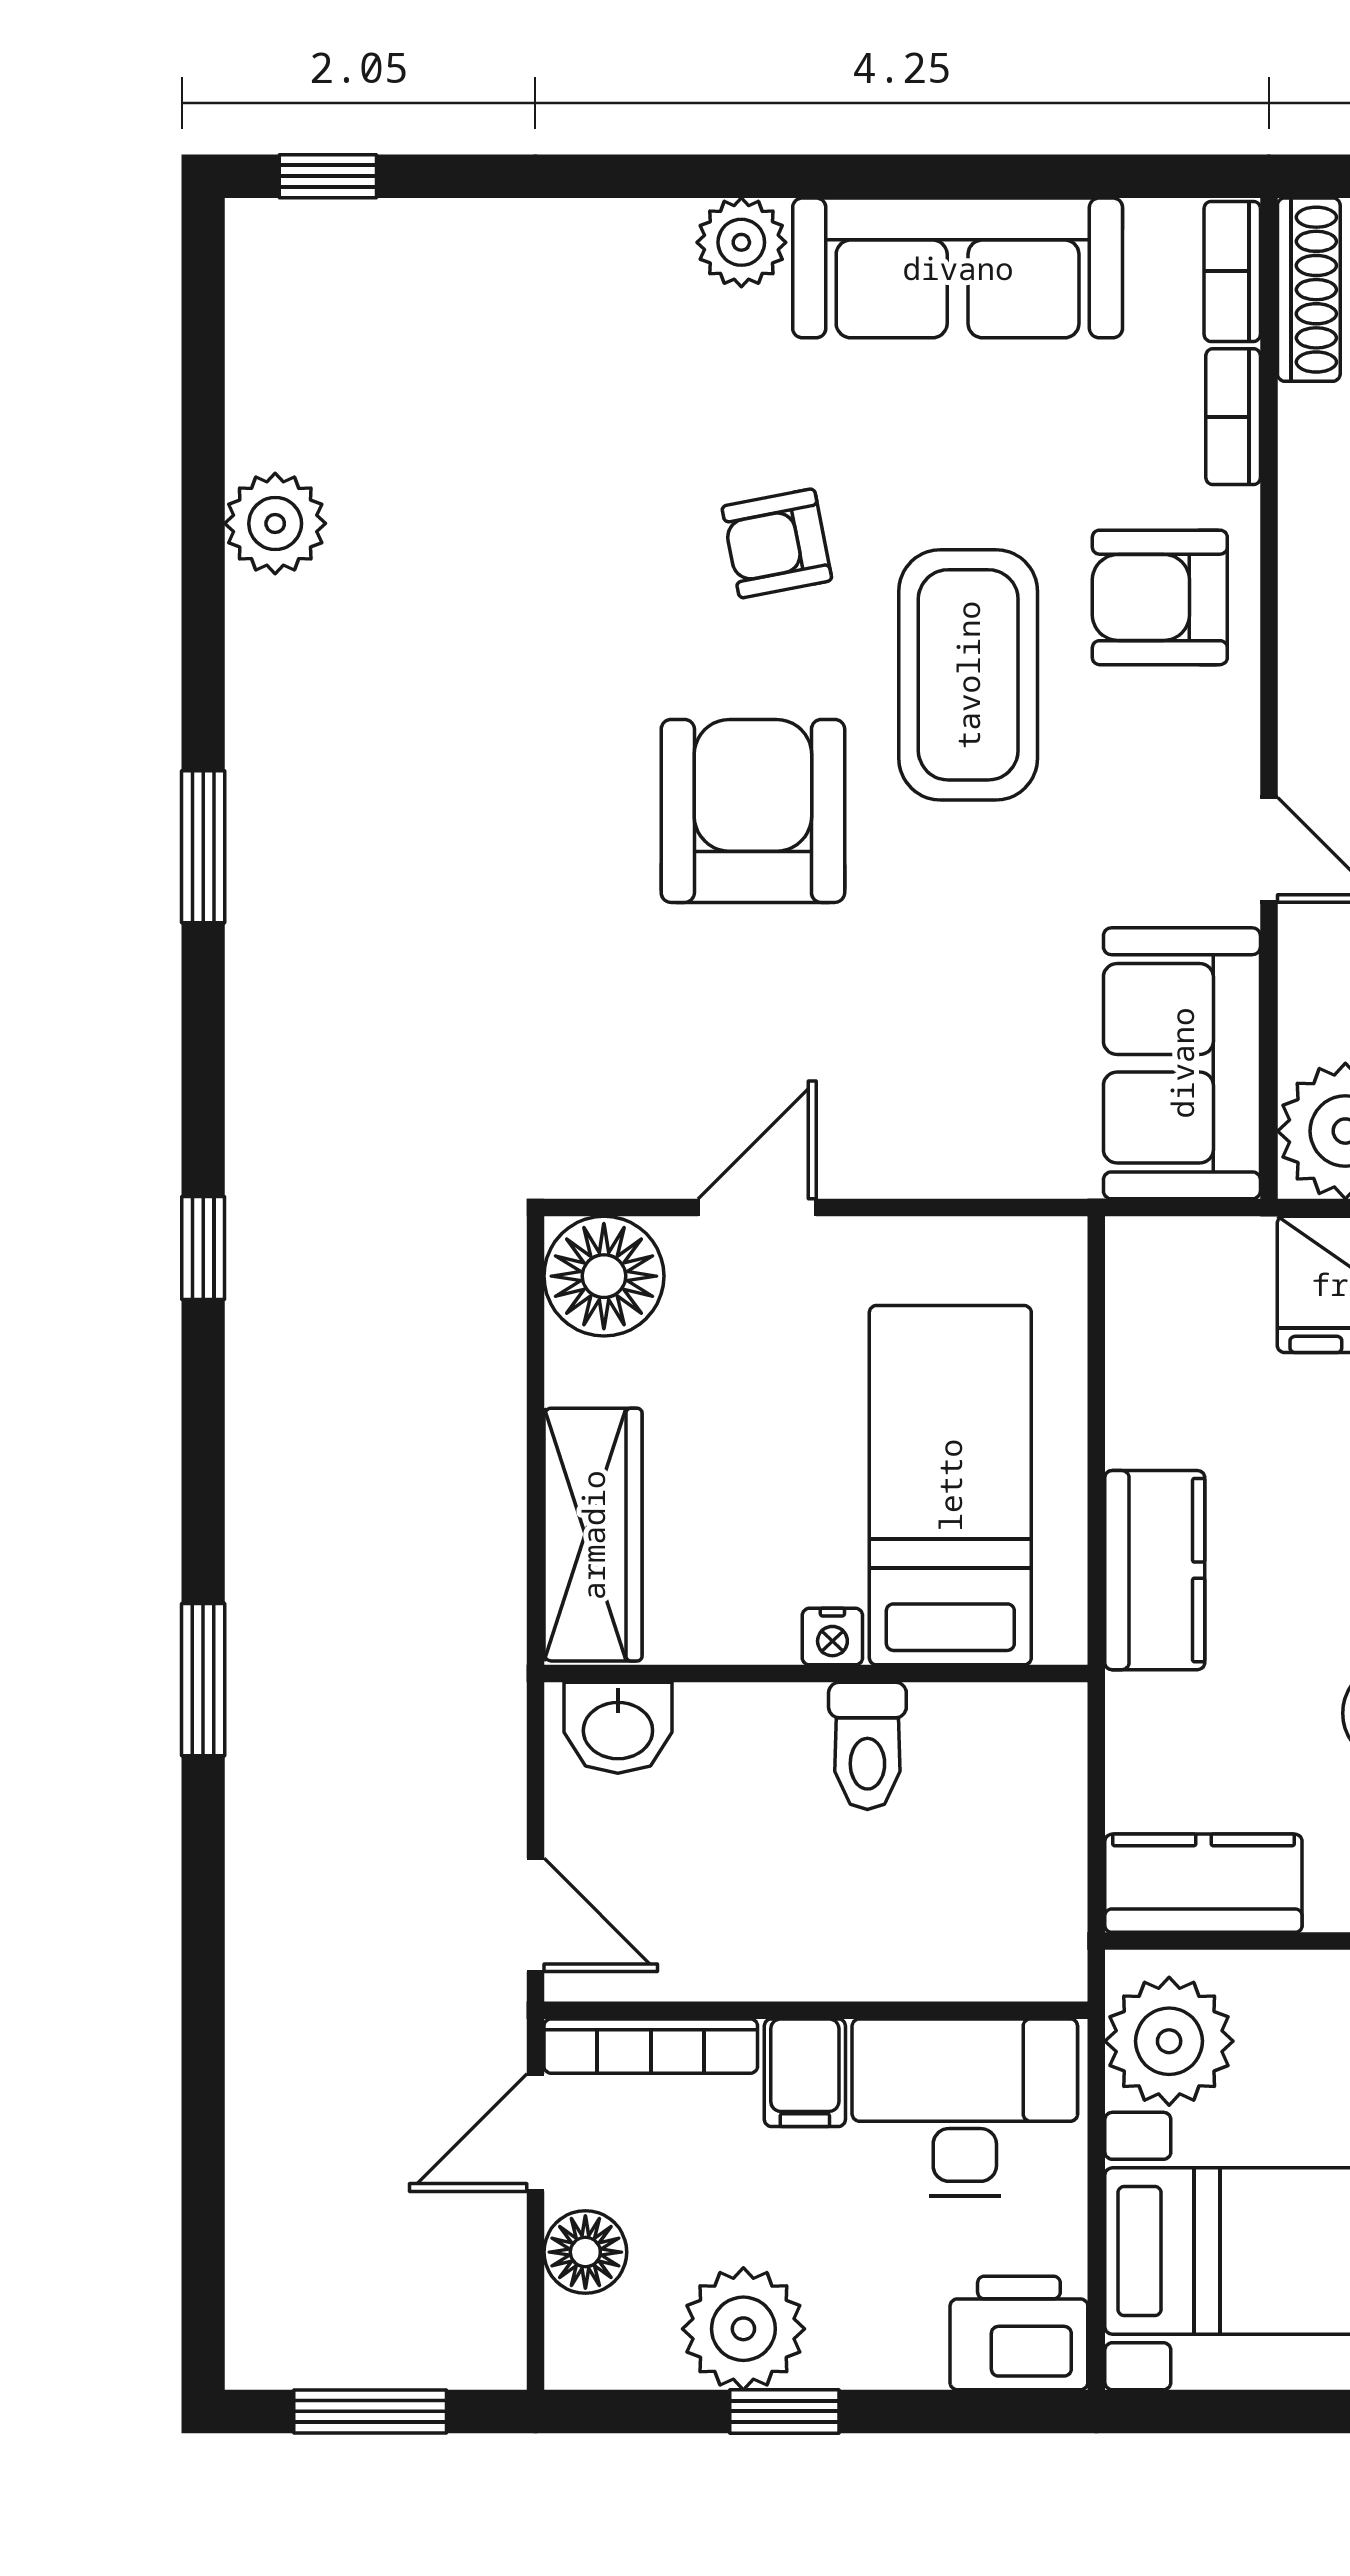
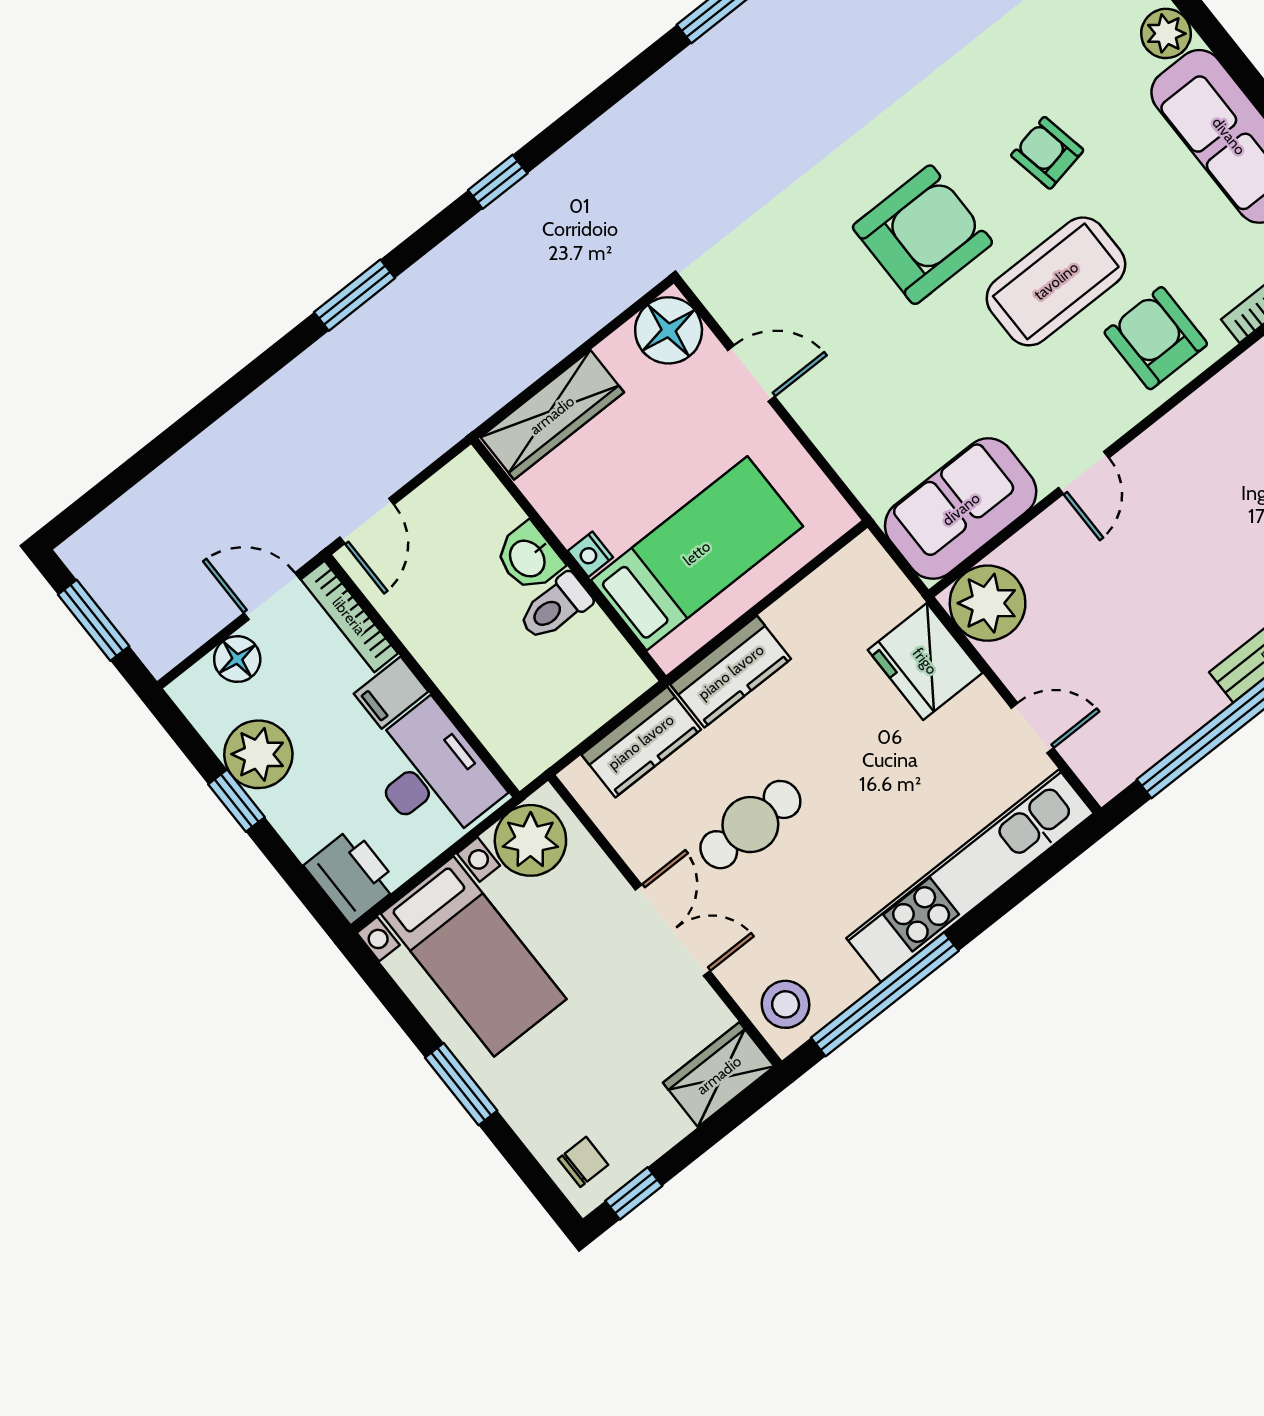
window: (203, 1248) -> (498, 182), moved
washbasin: (618, 1728) -> (528, 558), moved
kitchen counter: (1203, 1883) -> (641, 742), moved, turned 90

